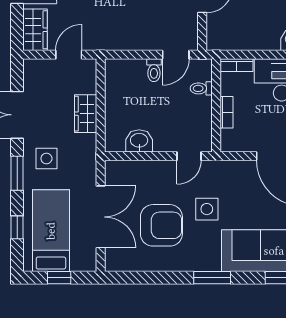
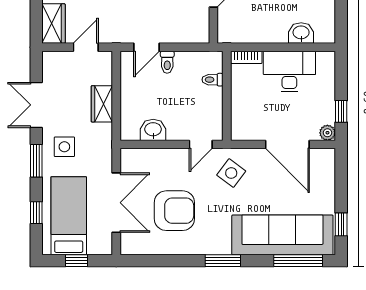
door: (176, 55) -> (146, 47), moved
bookcase: (226, 112) -> (237, 102), removed
side table: (207, 209) -> (231, 173), moved, turned 37

